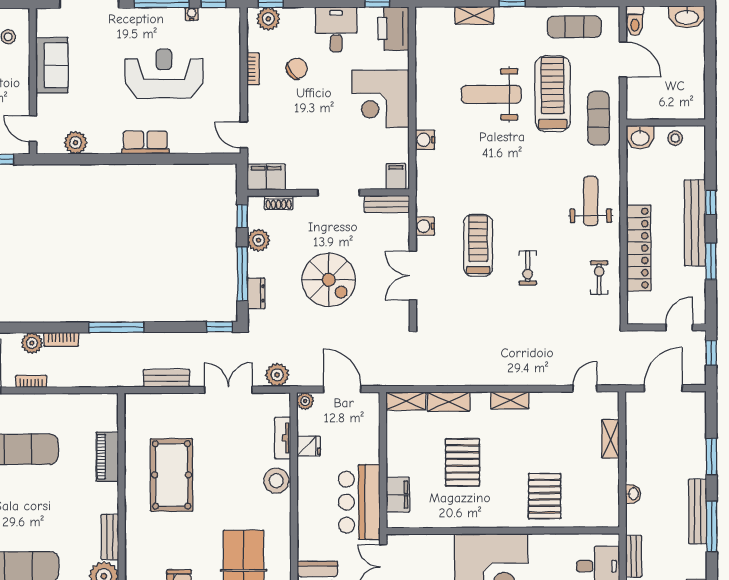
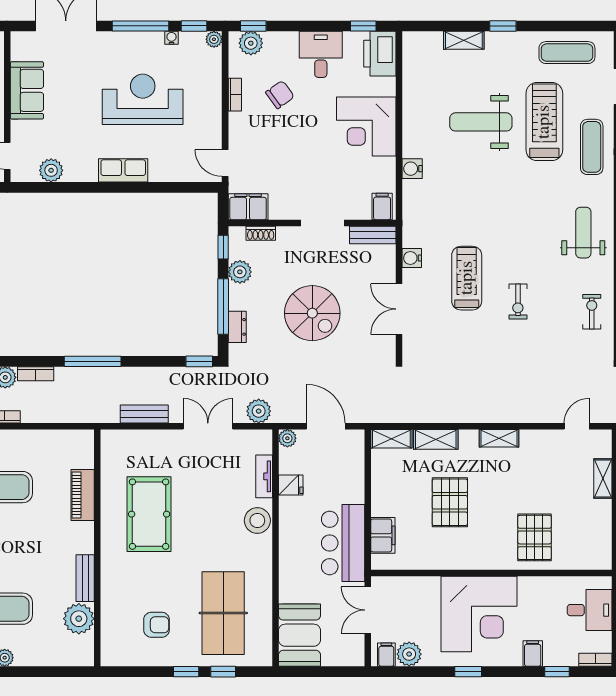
plant: (233, 15) -> (214, 39), added

